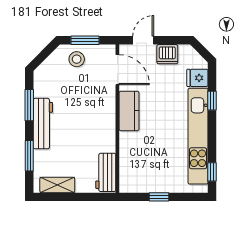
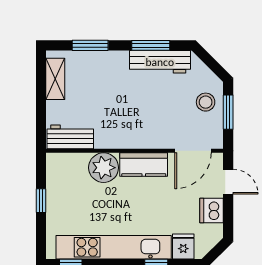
workbench: (43, 124) -> (160, 62), moved
plant: (131, 145) -> (104, 168), added

